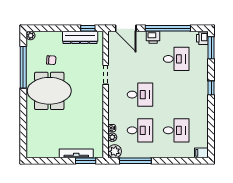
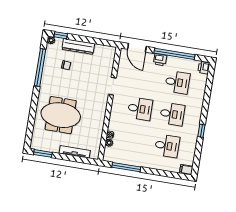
window: (88, 28) -> (61, 35), moved
dresser: (80, 37) -> (78, 46), moved
window: (211, 48) -> (210, 77), removed
window: (211, 88) -> (201, 131), moved
meeting table: (49, 91) -> (61, 115), moved
desk: (140, 130) -> (172, 114), moved
plant: (115, 151) -> (109, 156), removed
window: (86, 161) -> (43, 153), moved

